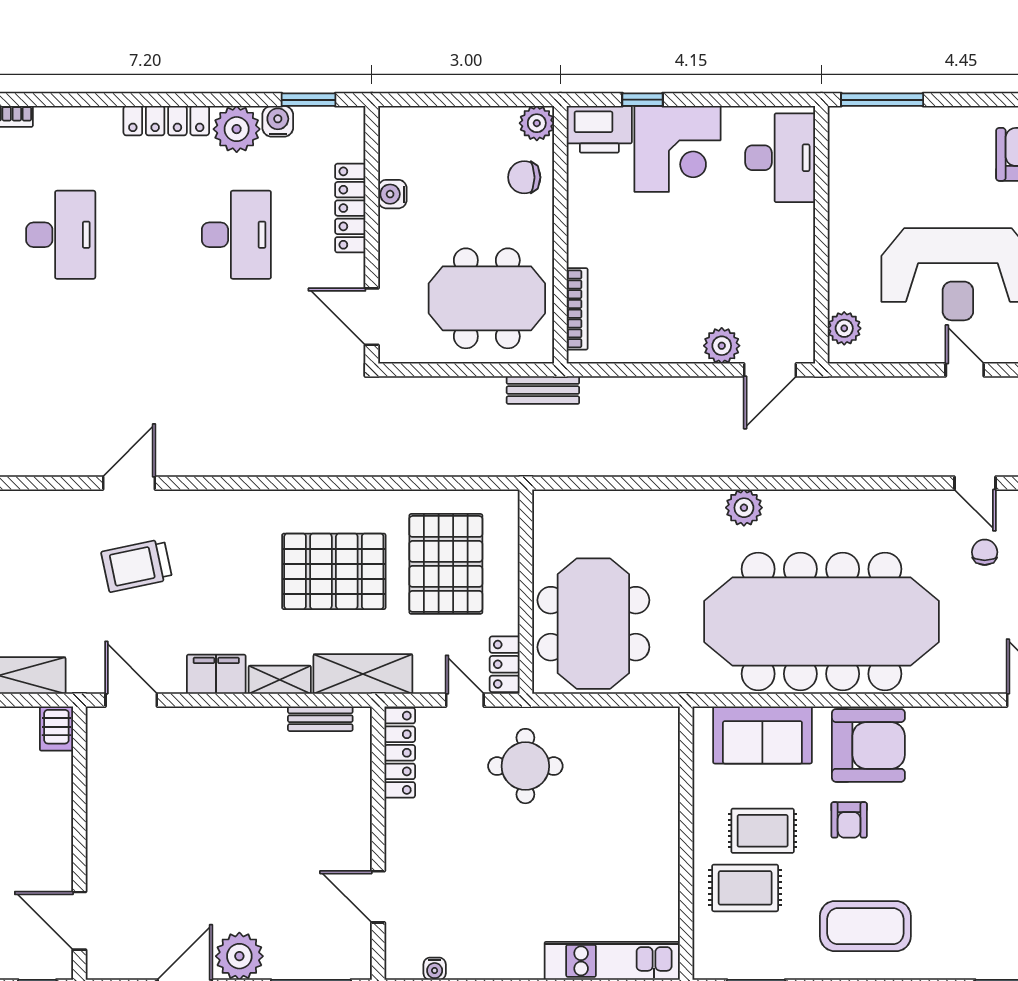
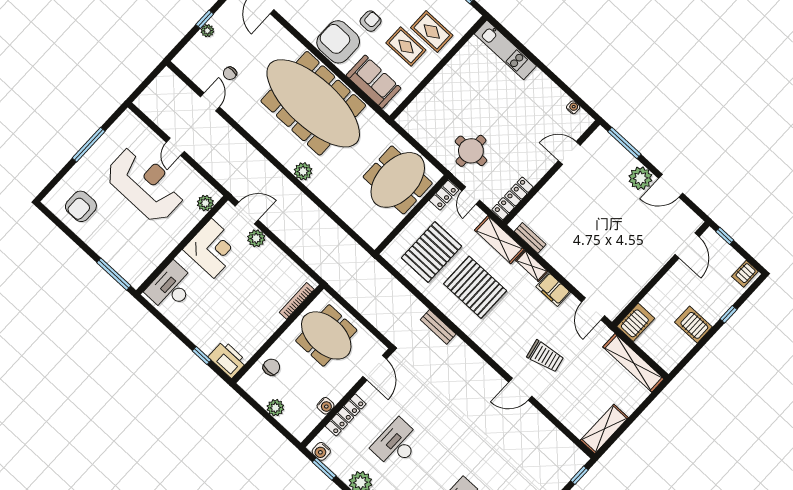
water cooler: (278, 121) -> (321, 451), moved
plant: (537, 123) -> (275, 408), moved
corner desk: (678, 149) -> (213, 248), moved, turned 90
chair: (524, 177) -> (271, 367), turned -90
bench: (543, 390) -> (438, 327), moved
server rack: (56, 728) -> (636, 322), width x1.36, depth x1.44
door: (378, 897) -> (569, 153), swing flipped

